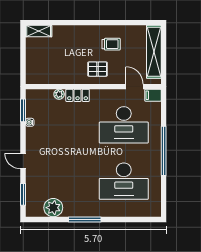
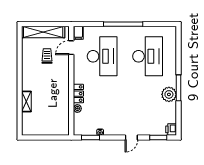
shelving: (39, 31) -> (26, 101), moved
trolley: (111, 44) -> (47, 56), moved
pallet: (97, 69) -> (57, 77), removed
plant: (53, 208) -> (169, 94), moved
printer: (33, 210) -> (171, 129), added

